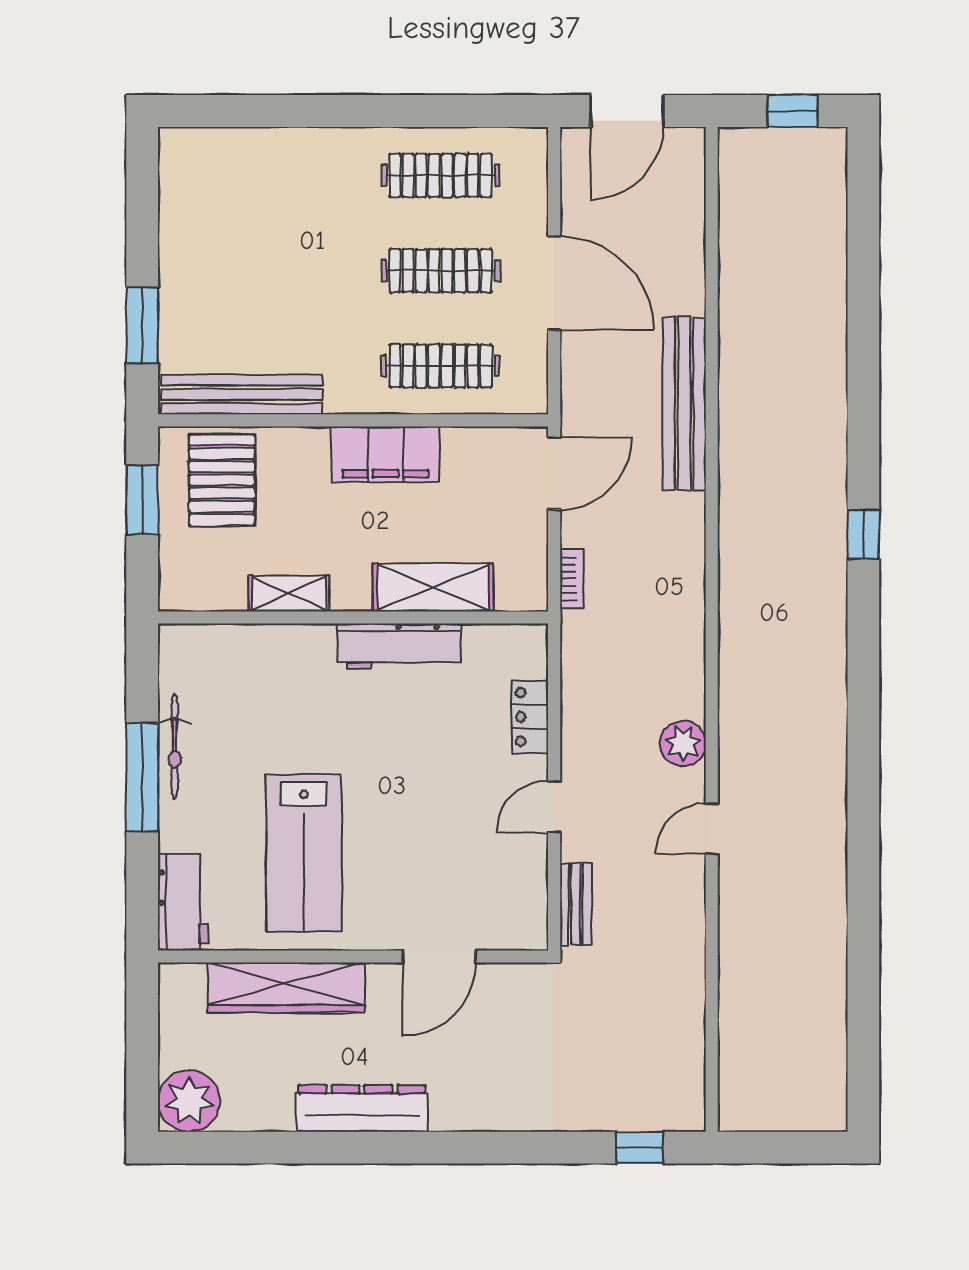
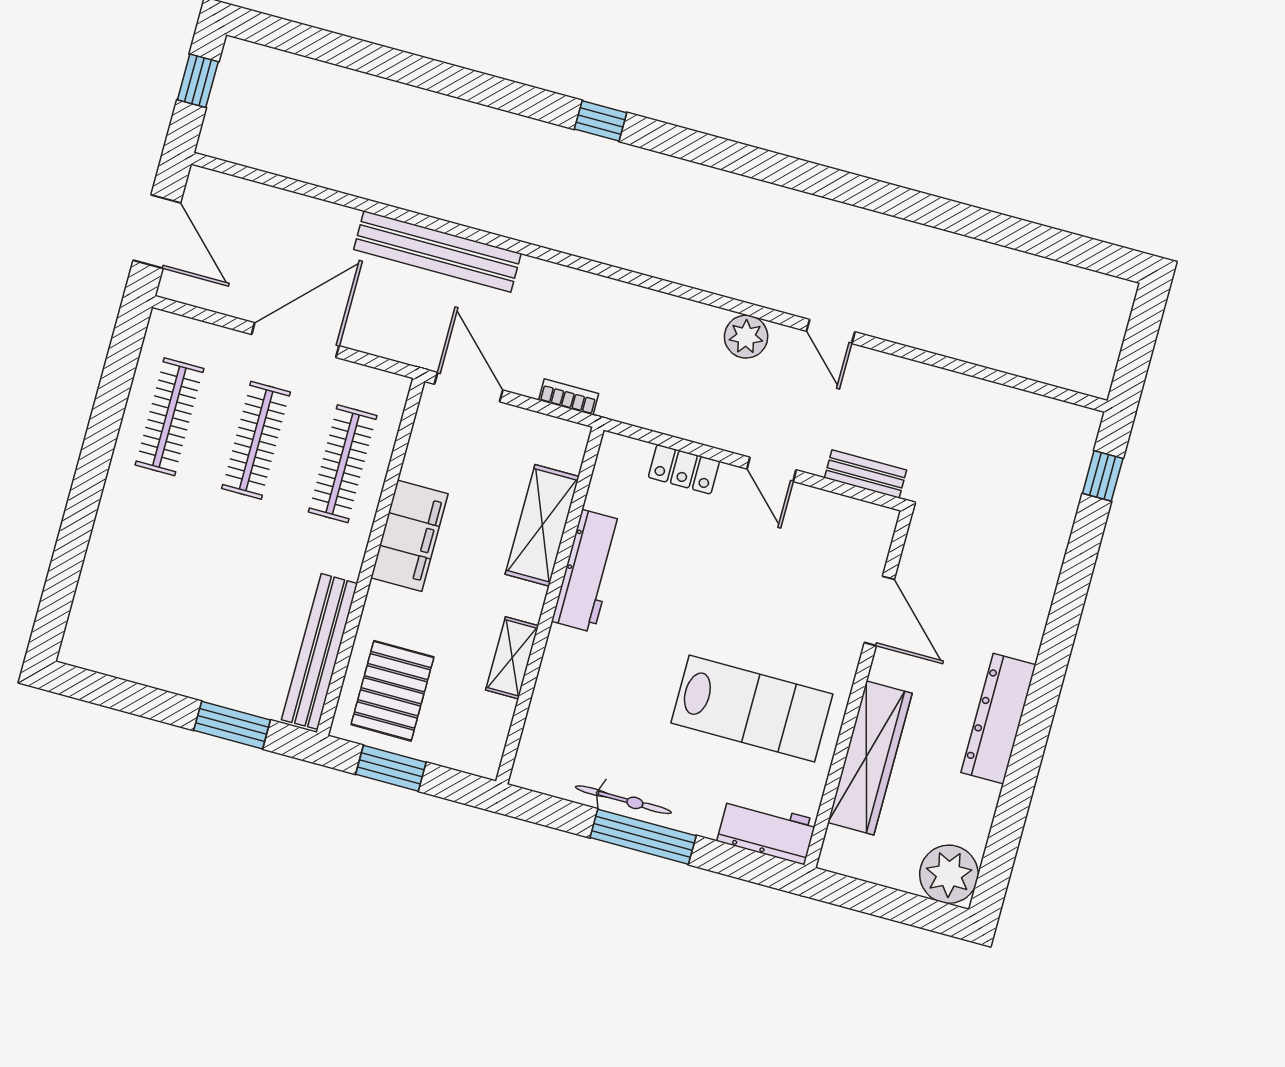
pallet: (222, 480) -> (392, 691), turned 90

